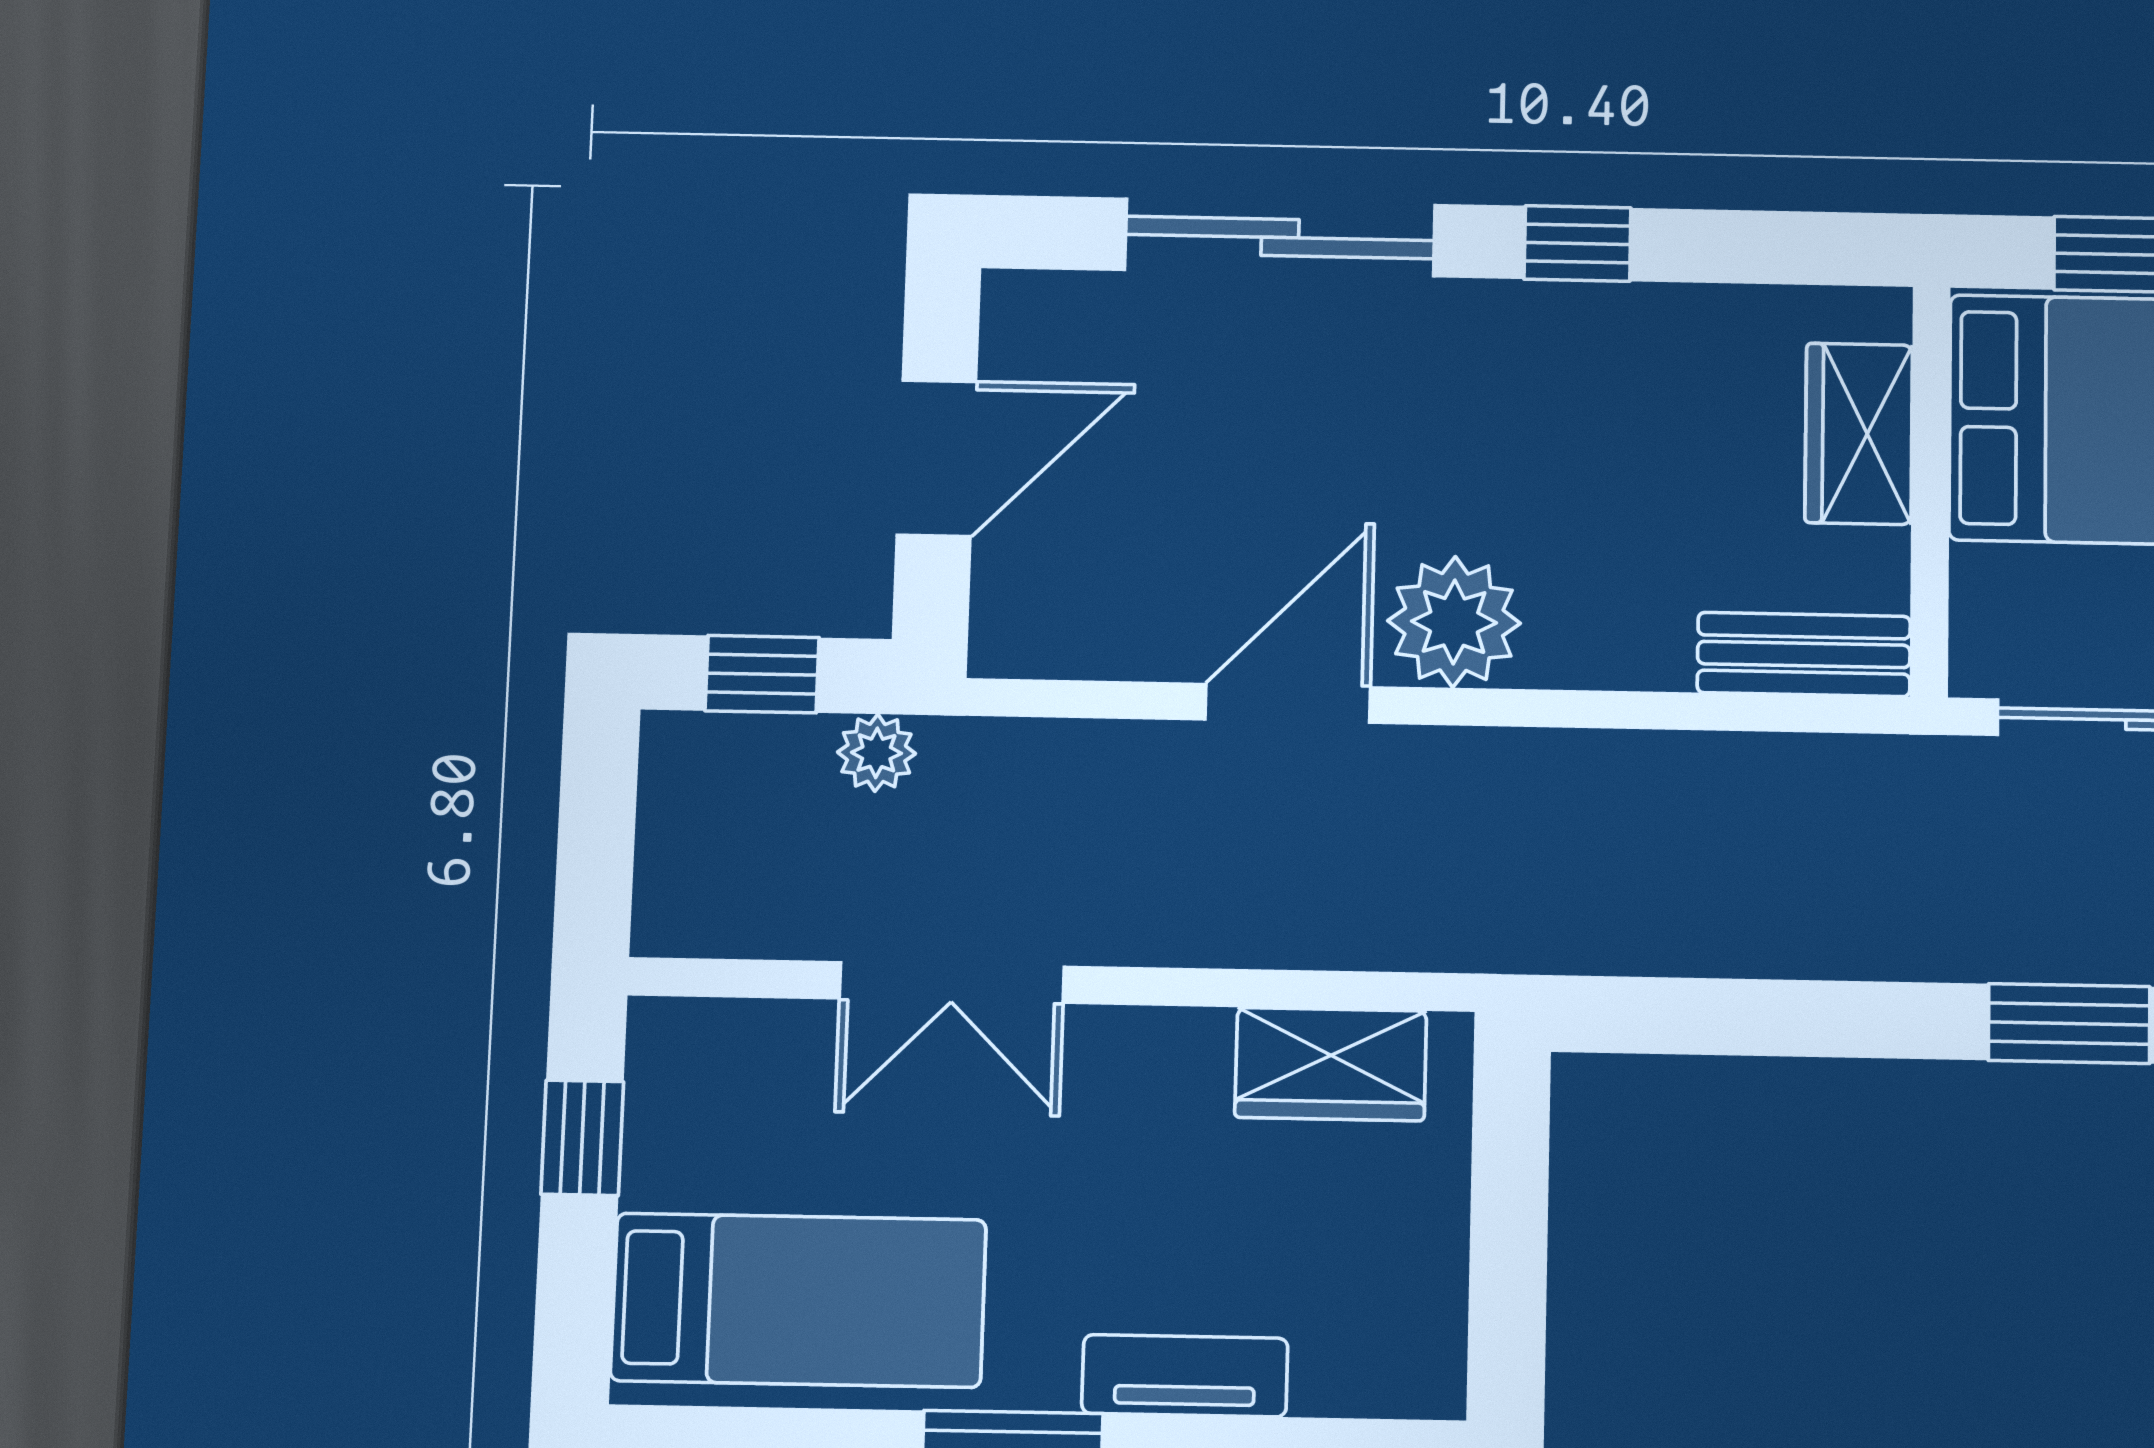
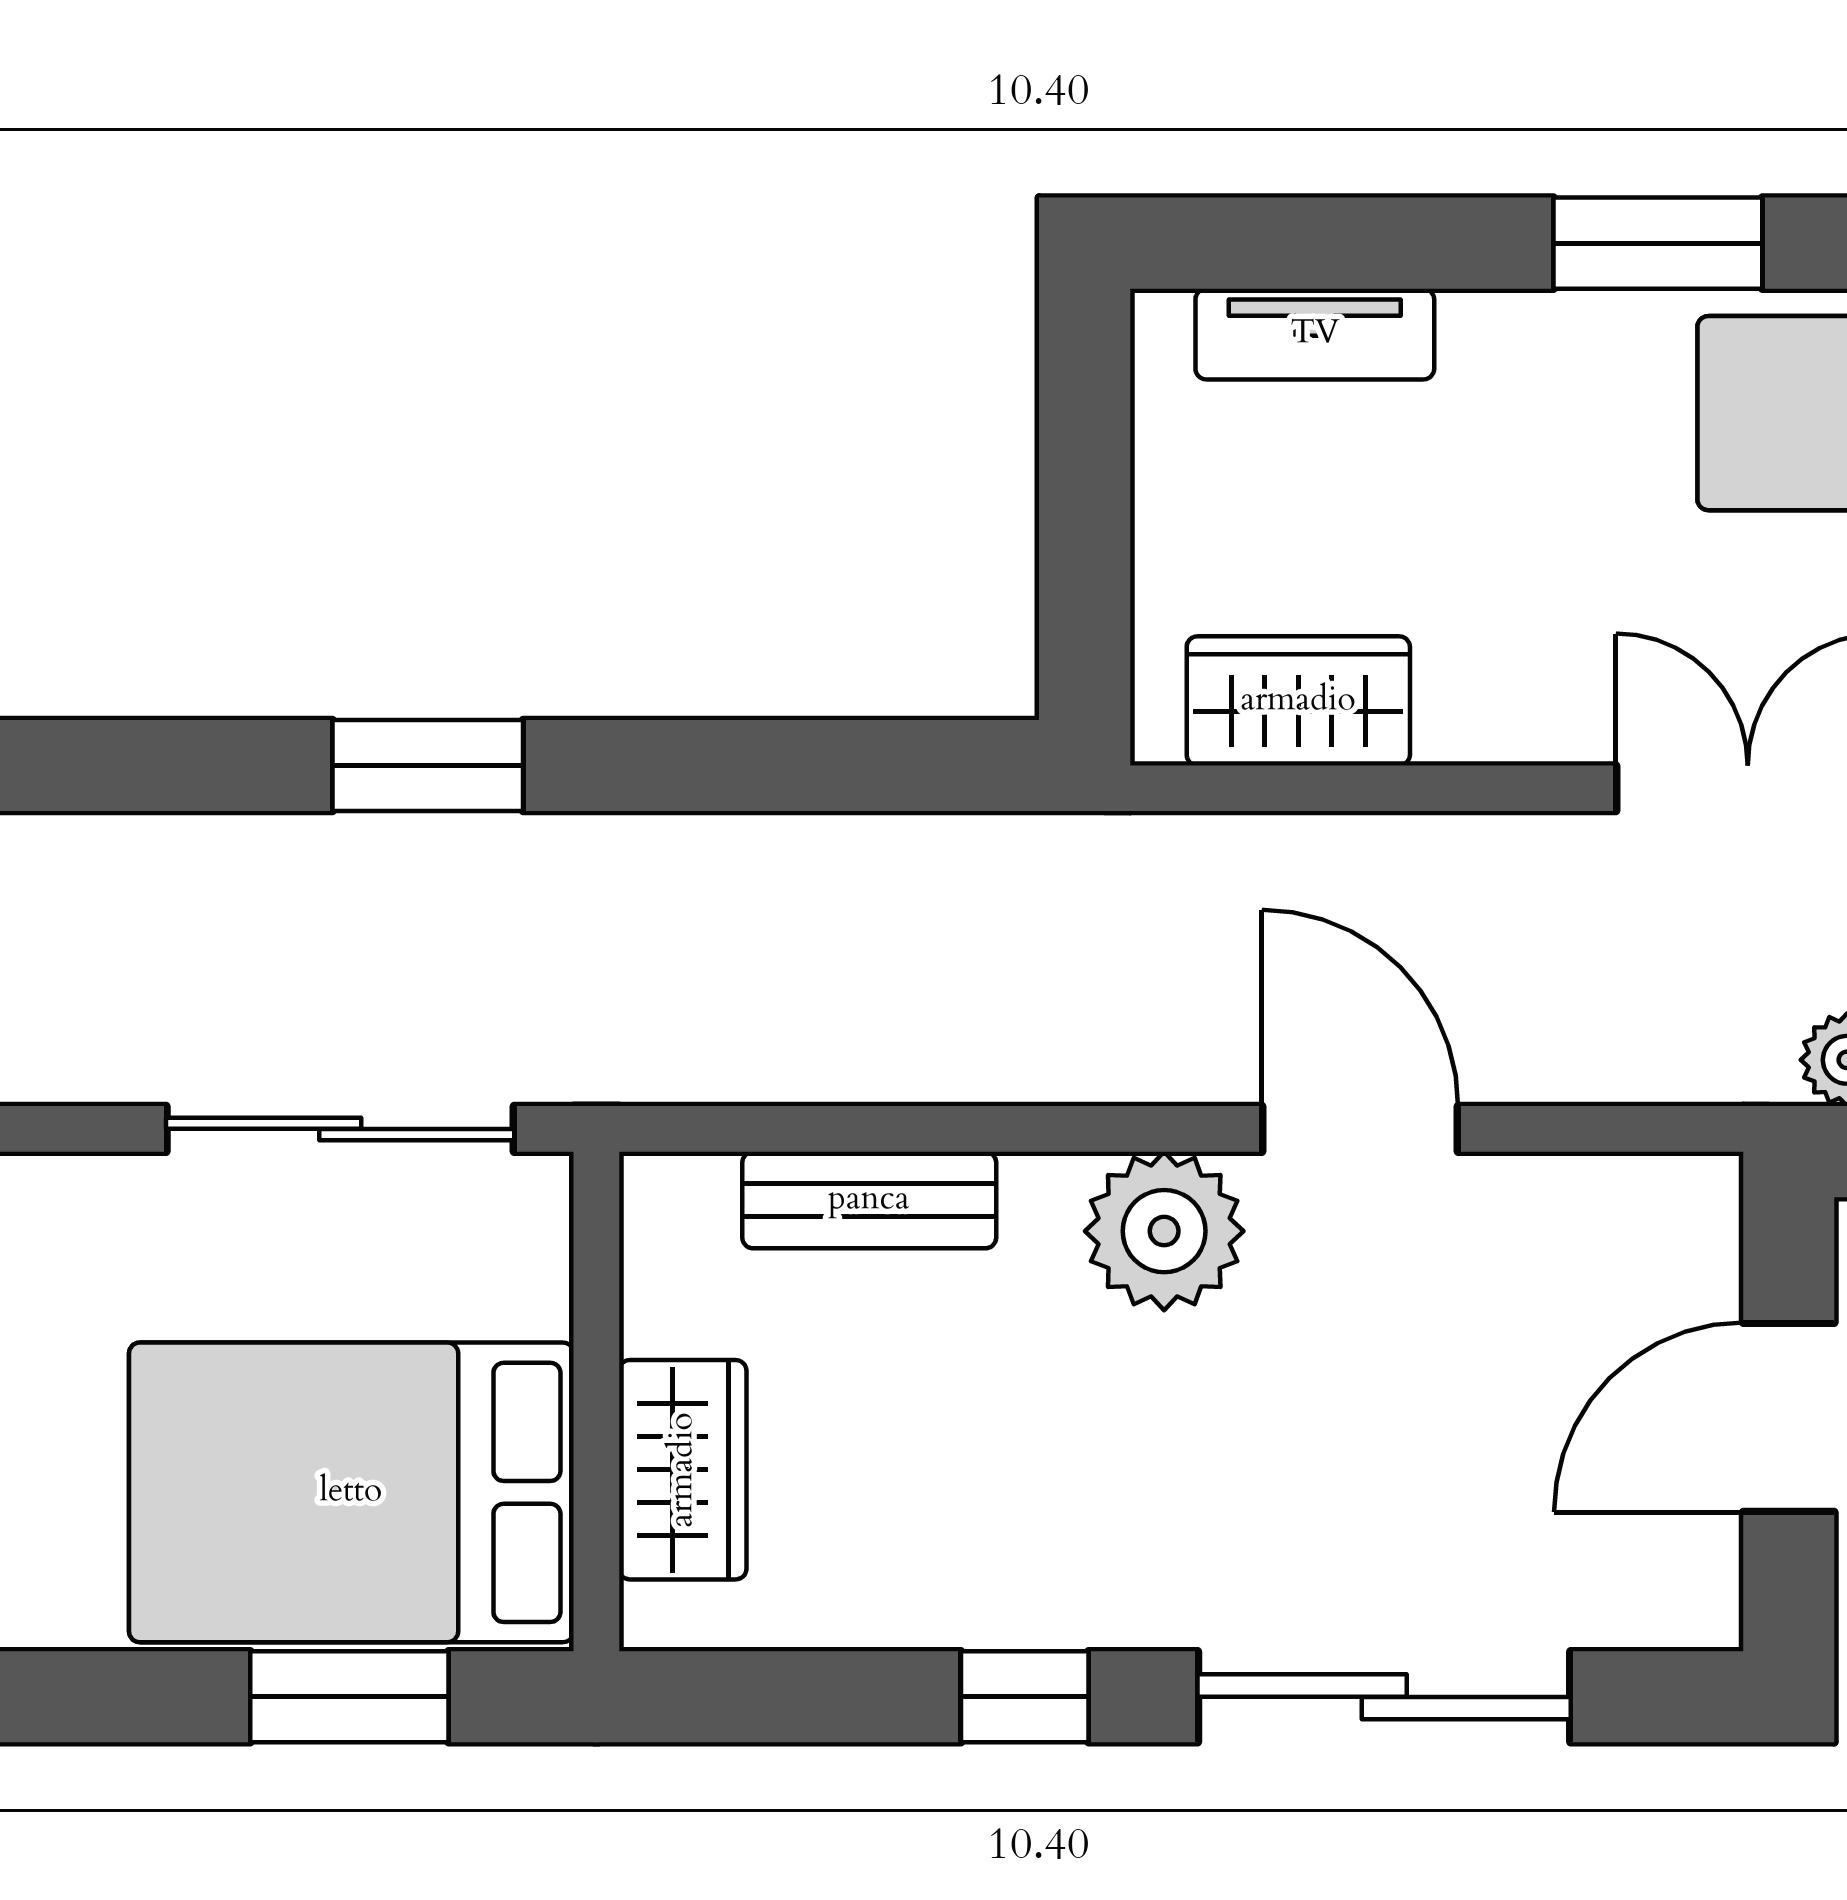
bench: (1804, 655) -> (869, 1200), moved
door: (1288, 703) -> (1360, 1129), swing flipped
tv unit: (1185, 1376) -> (1315, 334), moved

